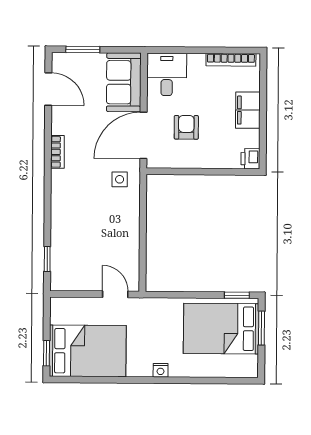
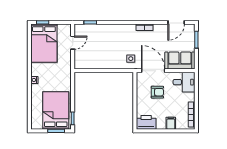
filing cabinet: (248, 110) -> (171, 123), width x0.50
printer: (250, 159) -> (146, 122), width x1.87, depth x1.48
door: (115, 294) -> (73, 43), moved

